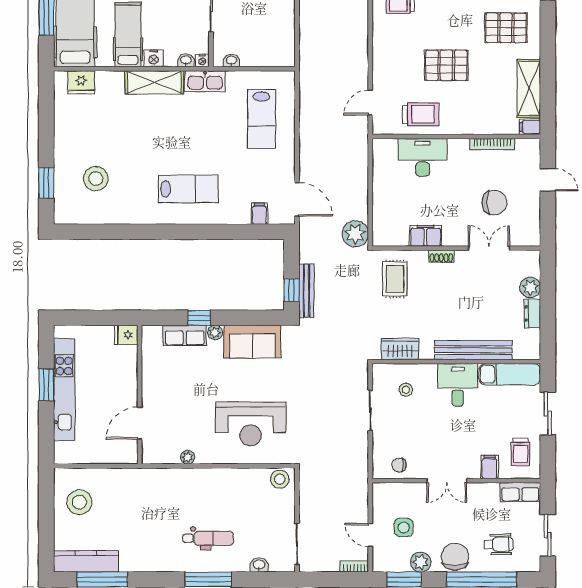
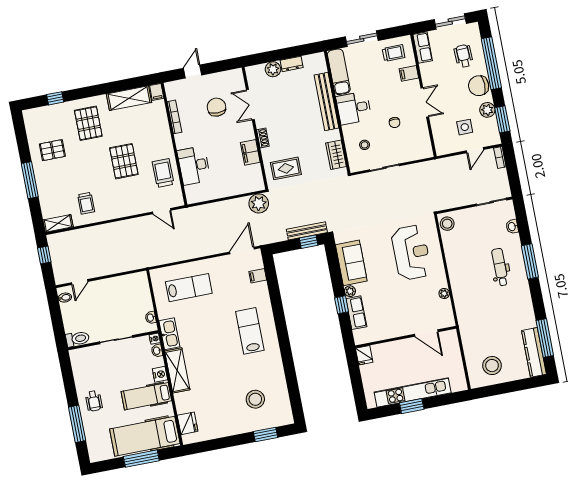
chair: (399, 465) -> (395, 123), moved

